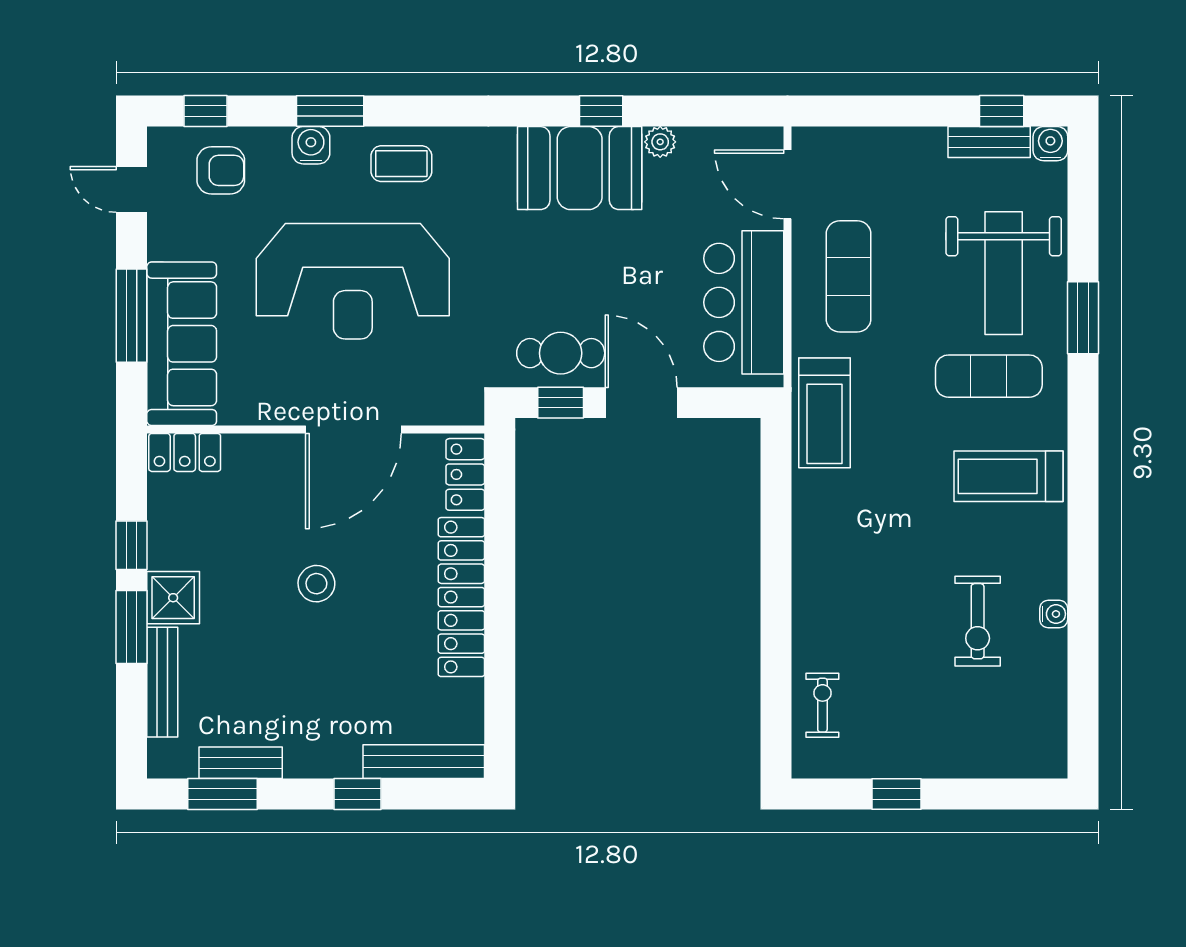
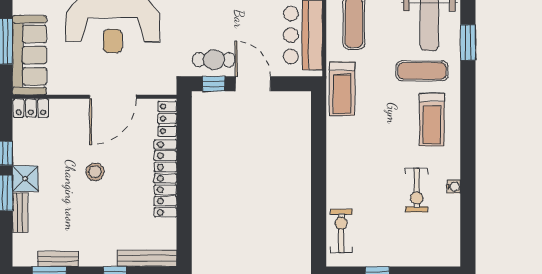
treadmill: (1009, 476) -> (432, 120), turned -90
bench: (162, 682) -> (20, 213), width x0.73
exercise bike: (822, 705) -> (341, 231), width x1.38, depth x1.39

